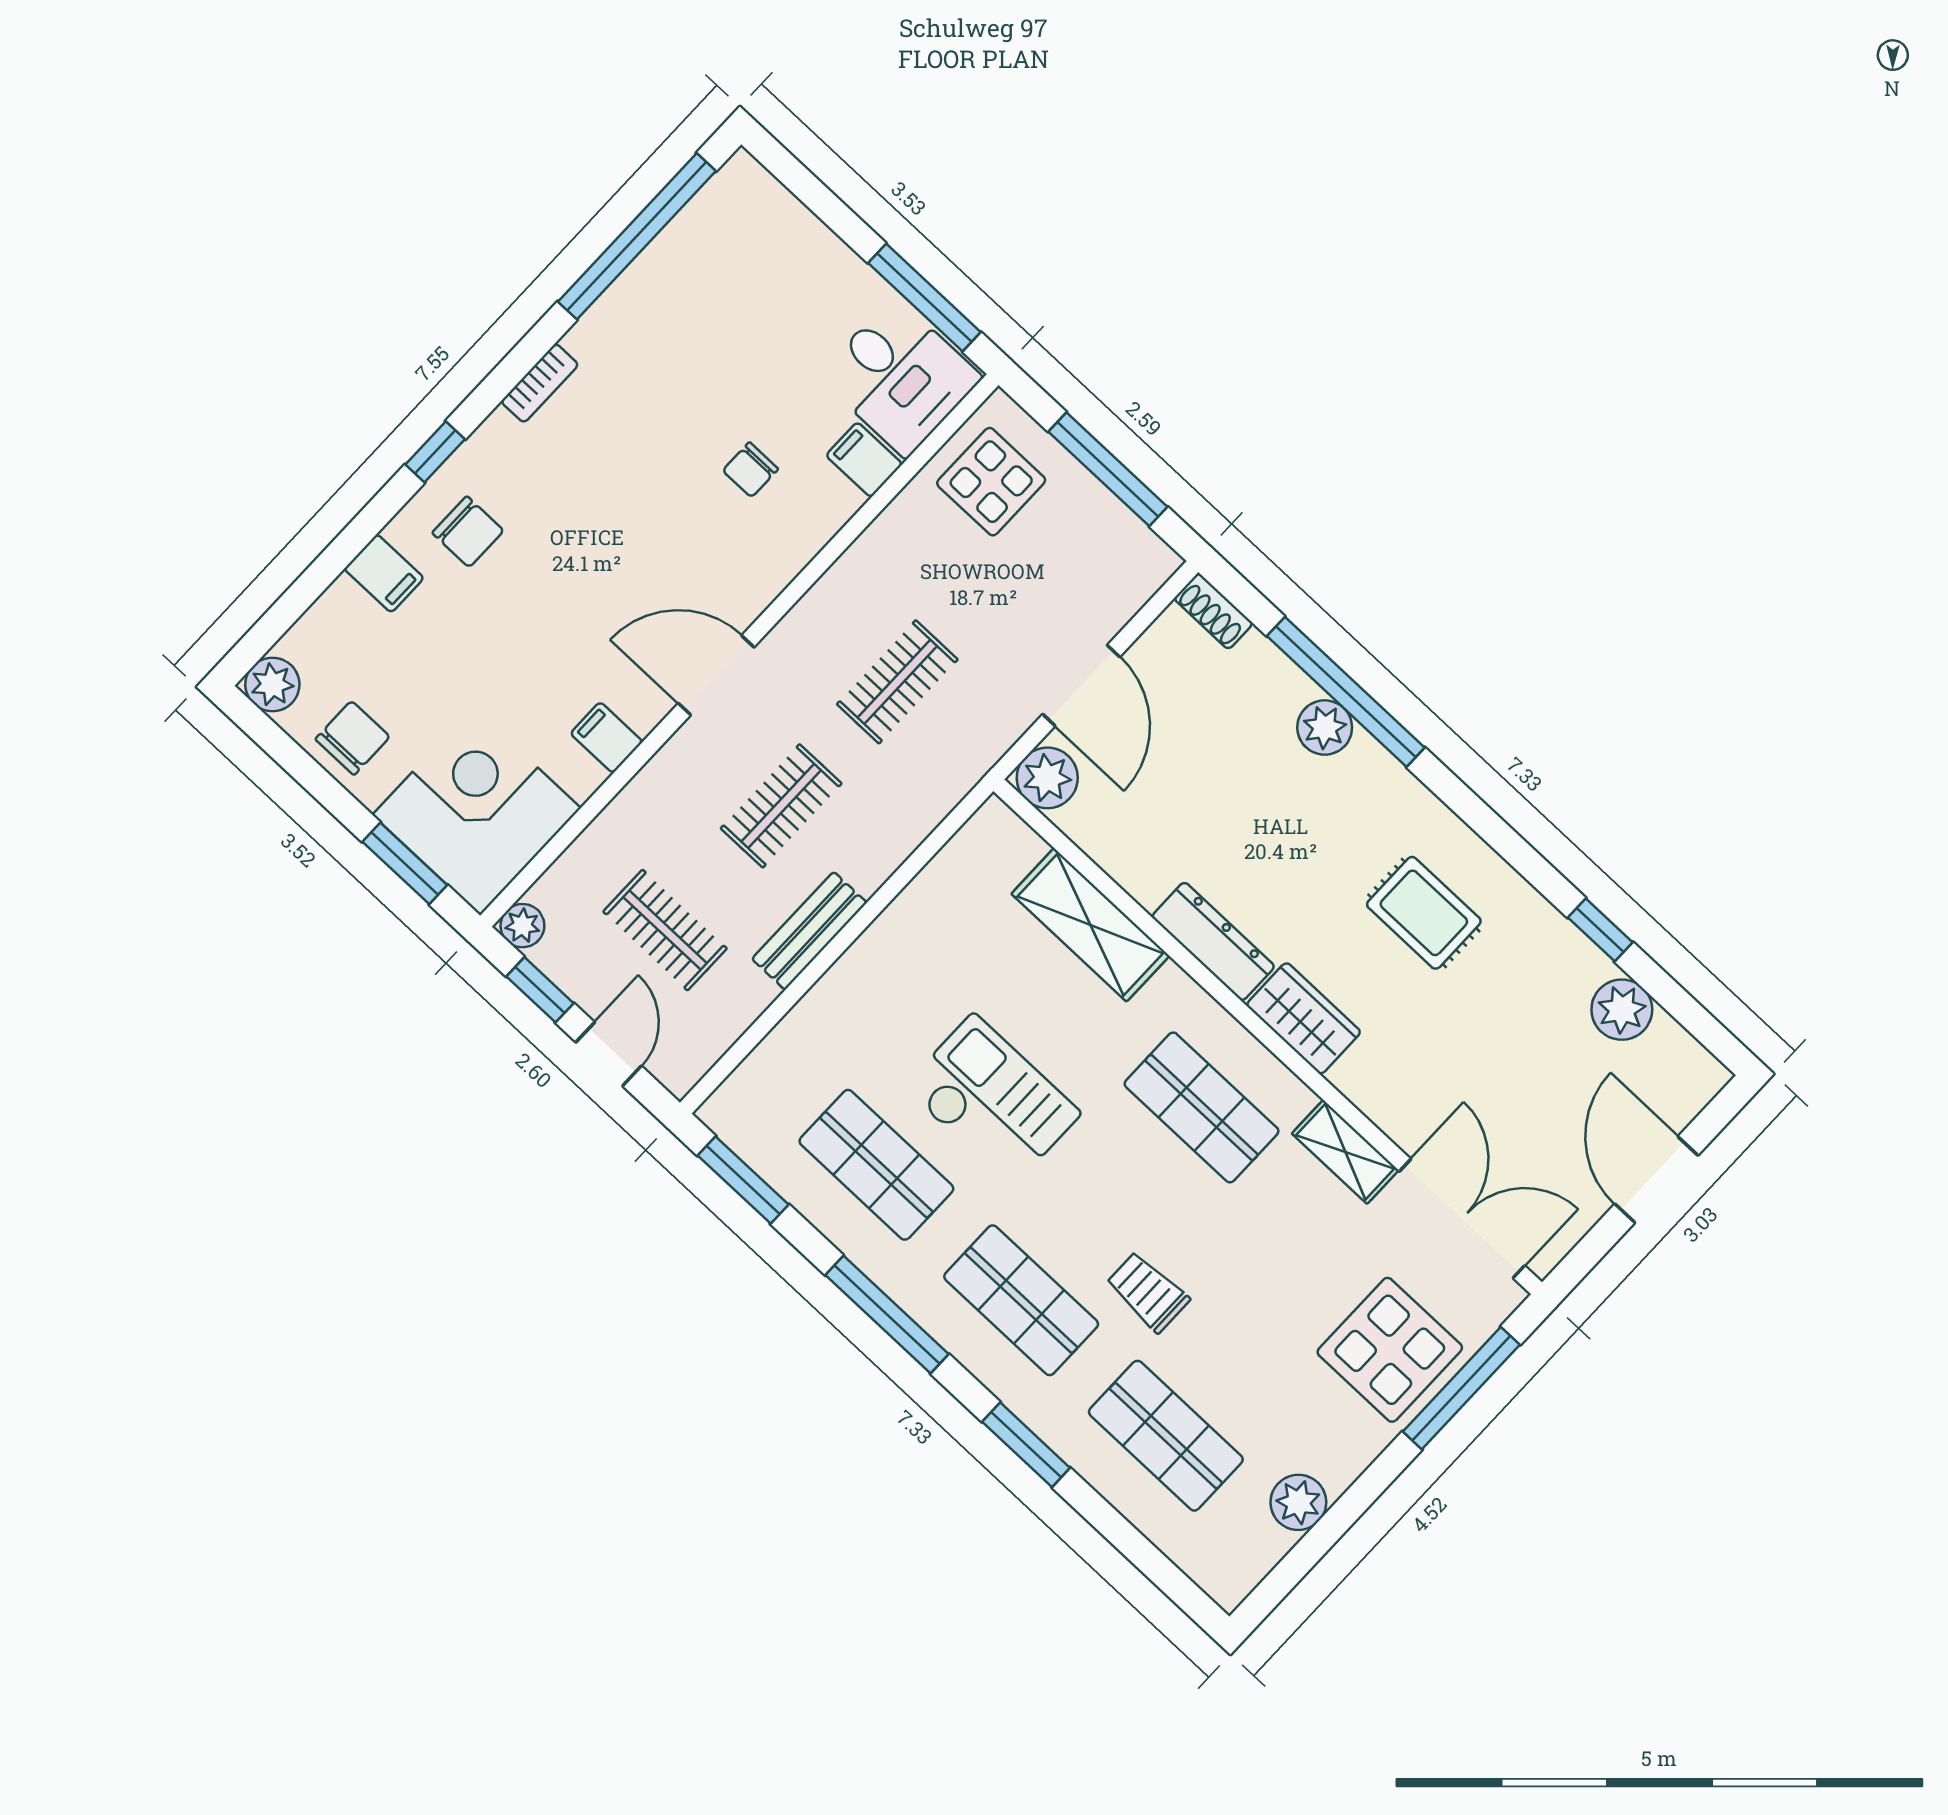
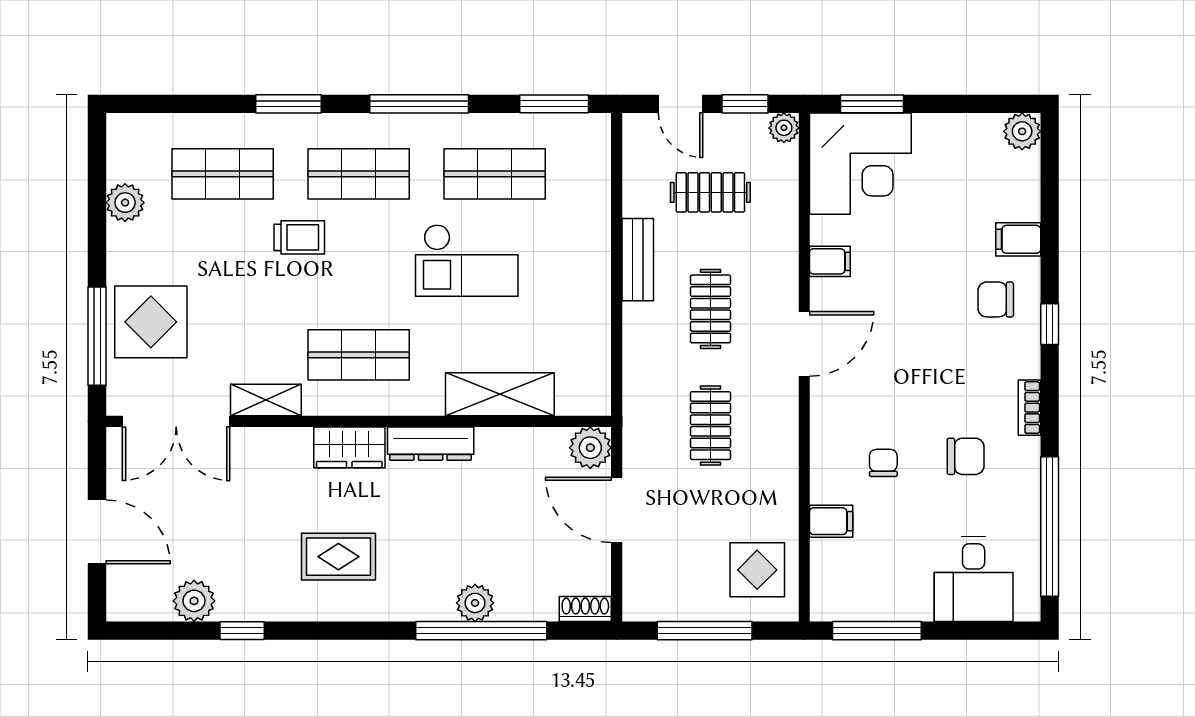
desk: (900, 377) -> (974, 579), moved, turned -90
chair: (353, 738) -> (966, 456), moved, turned -90

